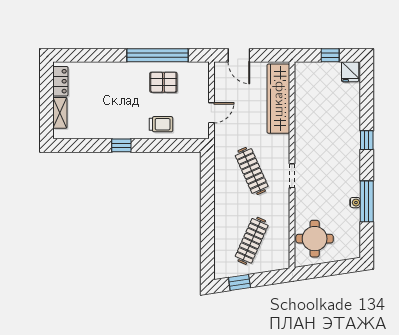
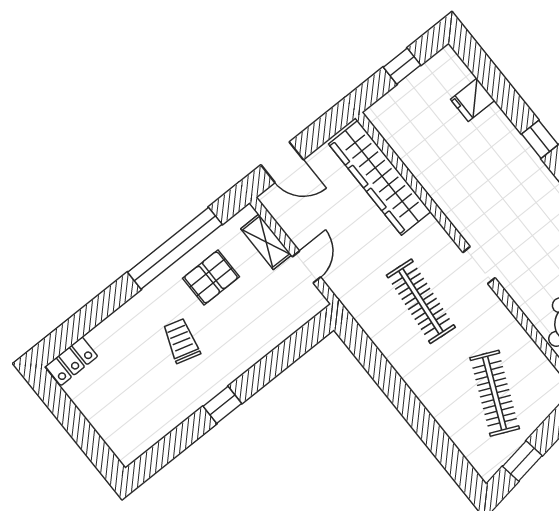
fridge: (350, 72) -> (473, 100), moved, turned 90
locker: (60, 81) -> (71, 361), moved, turned 90
shelving: (60, 113) -> (266, 242), moved
trolley: (161, 124) -> (181, 341), moved, turned -74
clothes rail: (252, 171) -> (421, 301), turned 30

